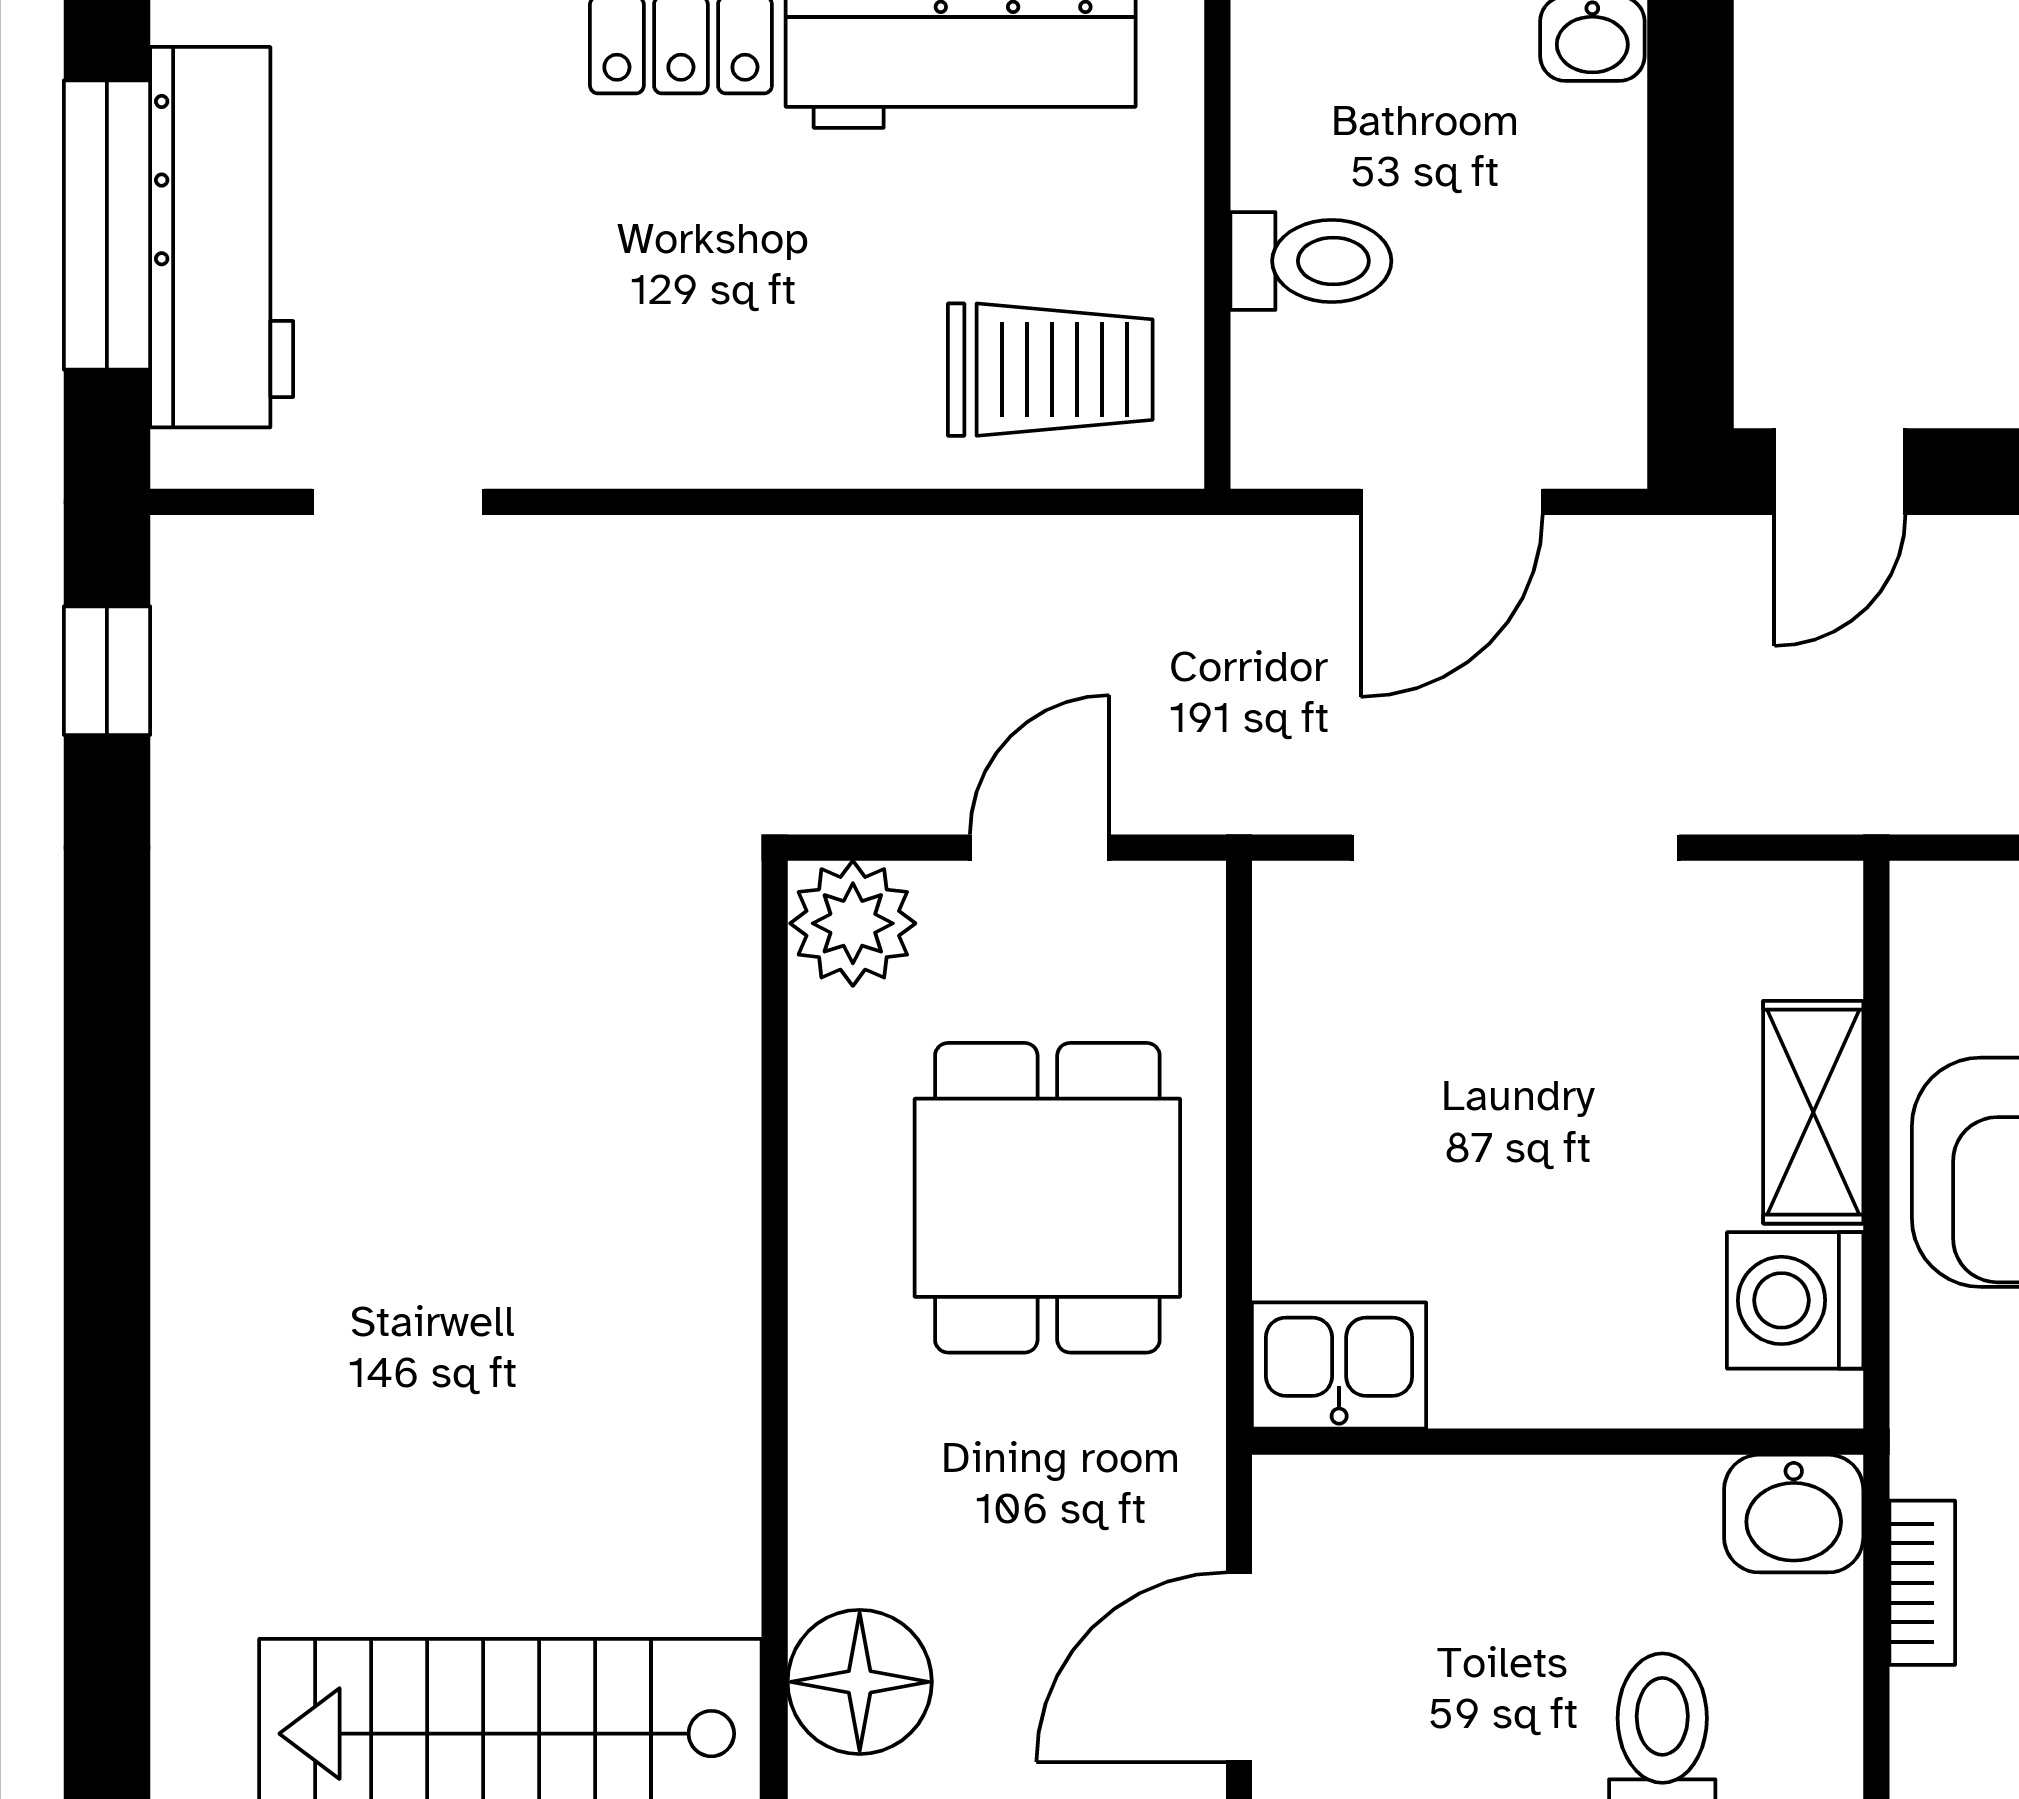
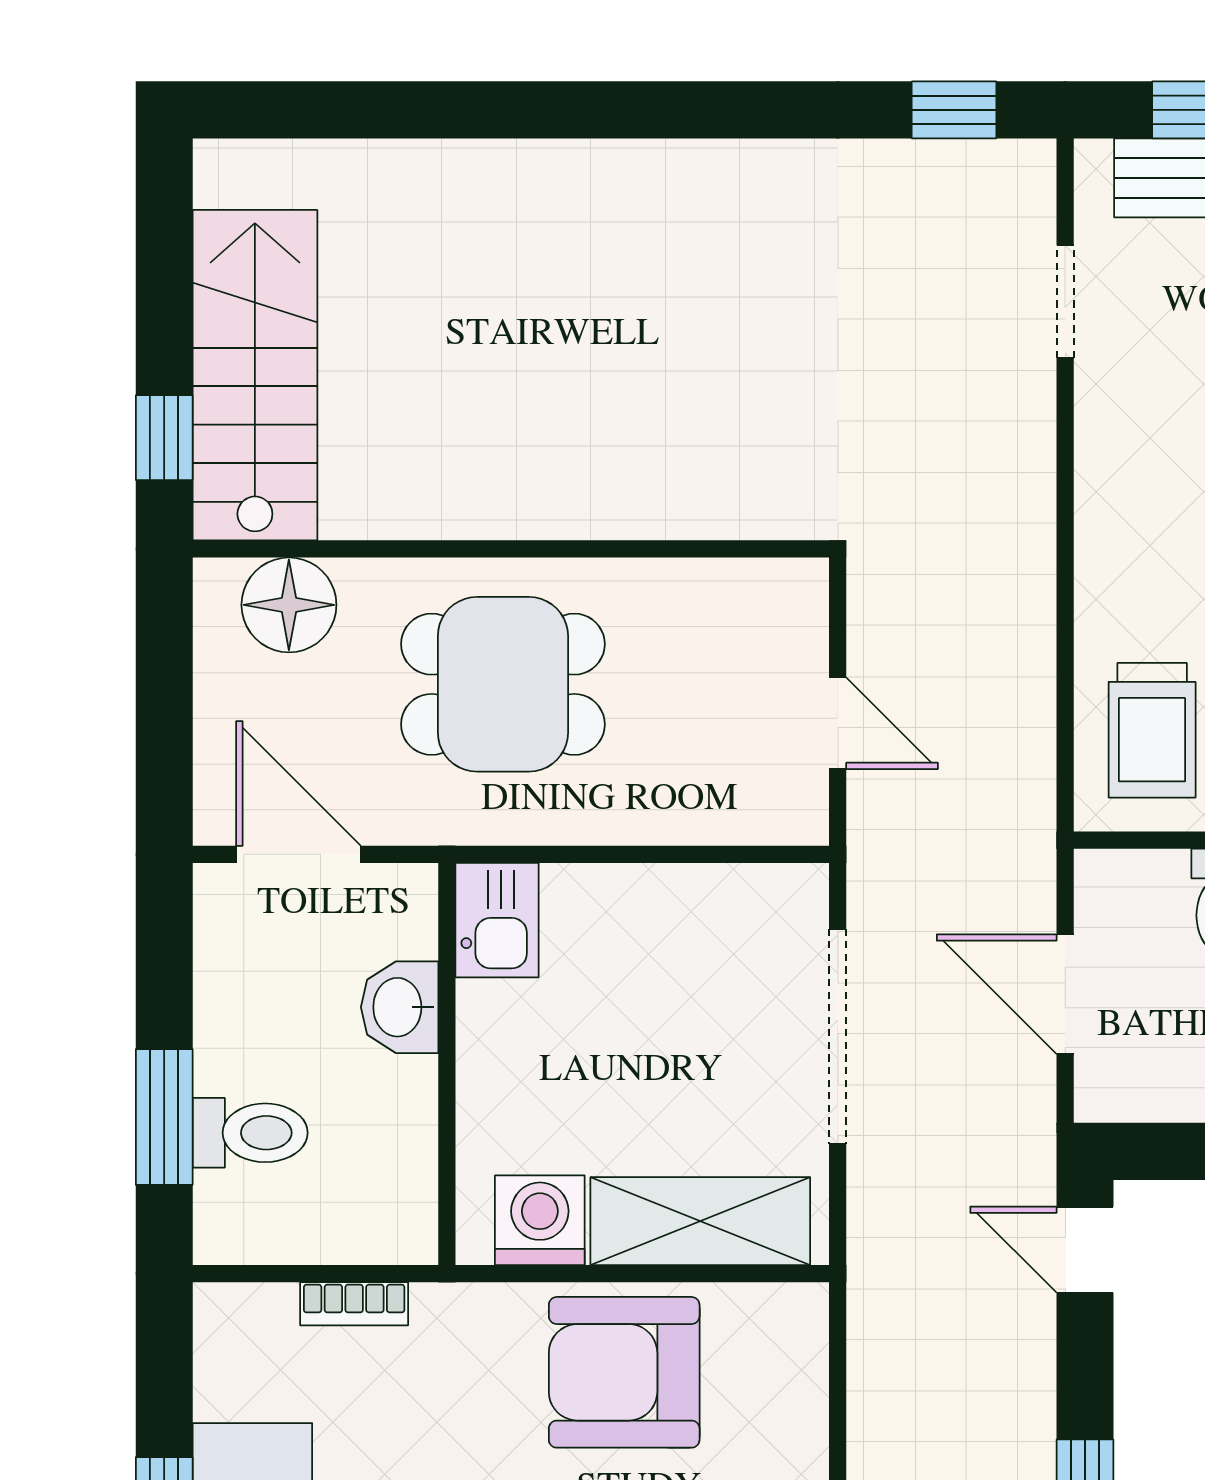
plant: (853, 923) -> (788, 600), removed
shelving: (1813, 1112) -> (700, 1221), width x1.50, depth x1.33
dining table: (1047, 1198) -> (503, 684), moved
washbasin: (1794, 1514) -> (400, 1007), moved

